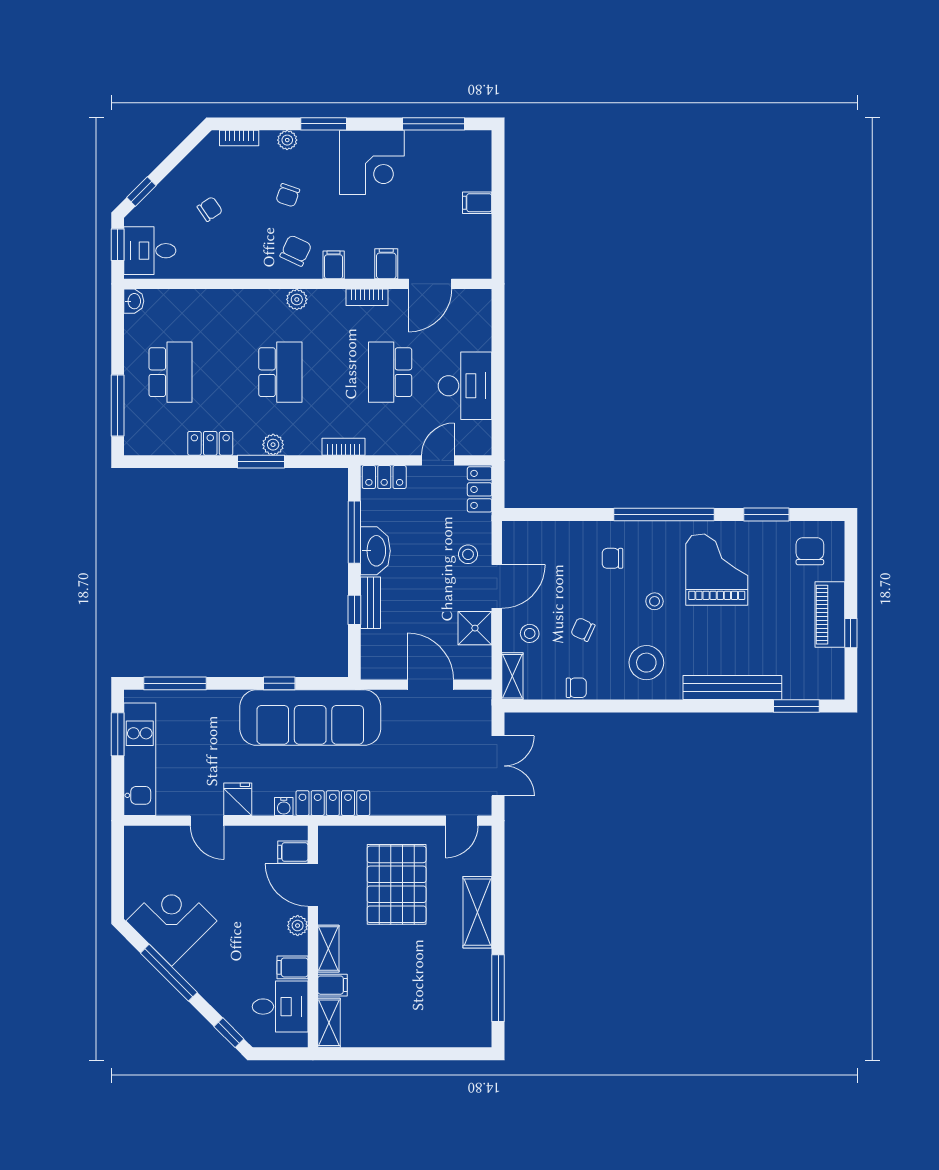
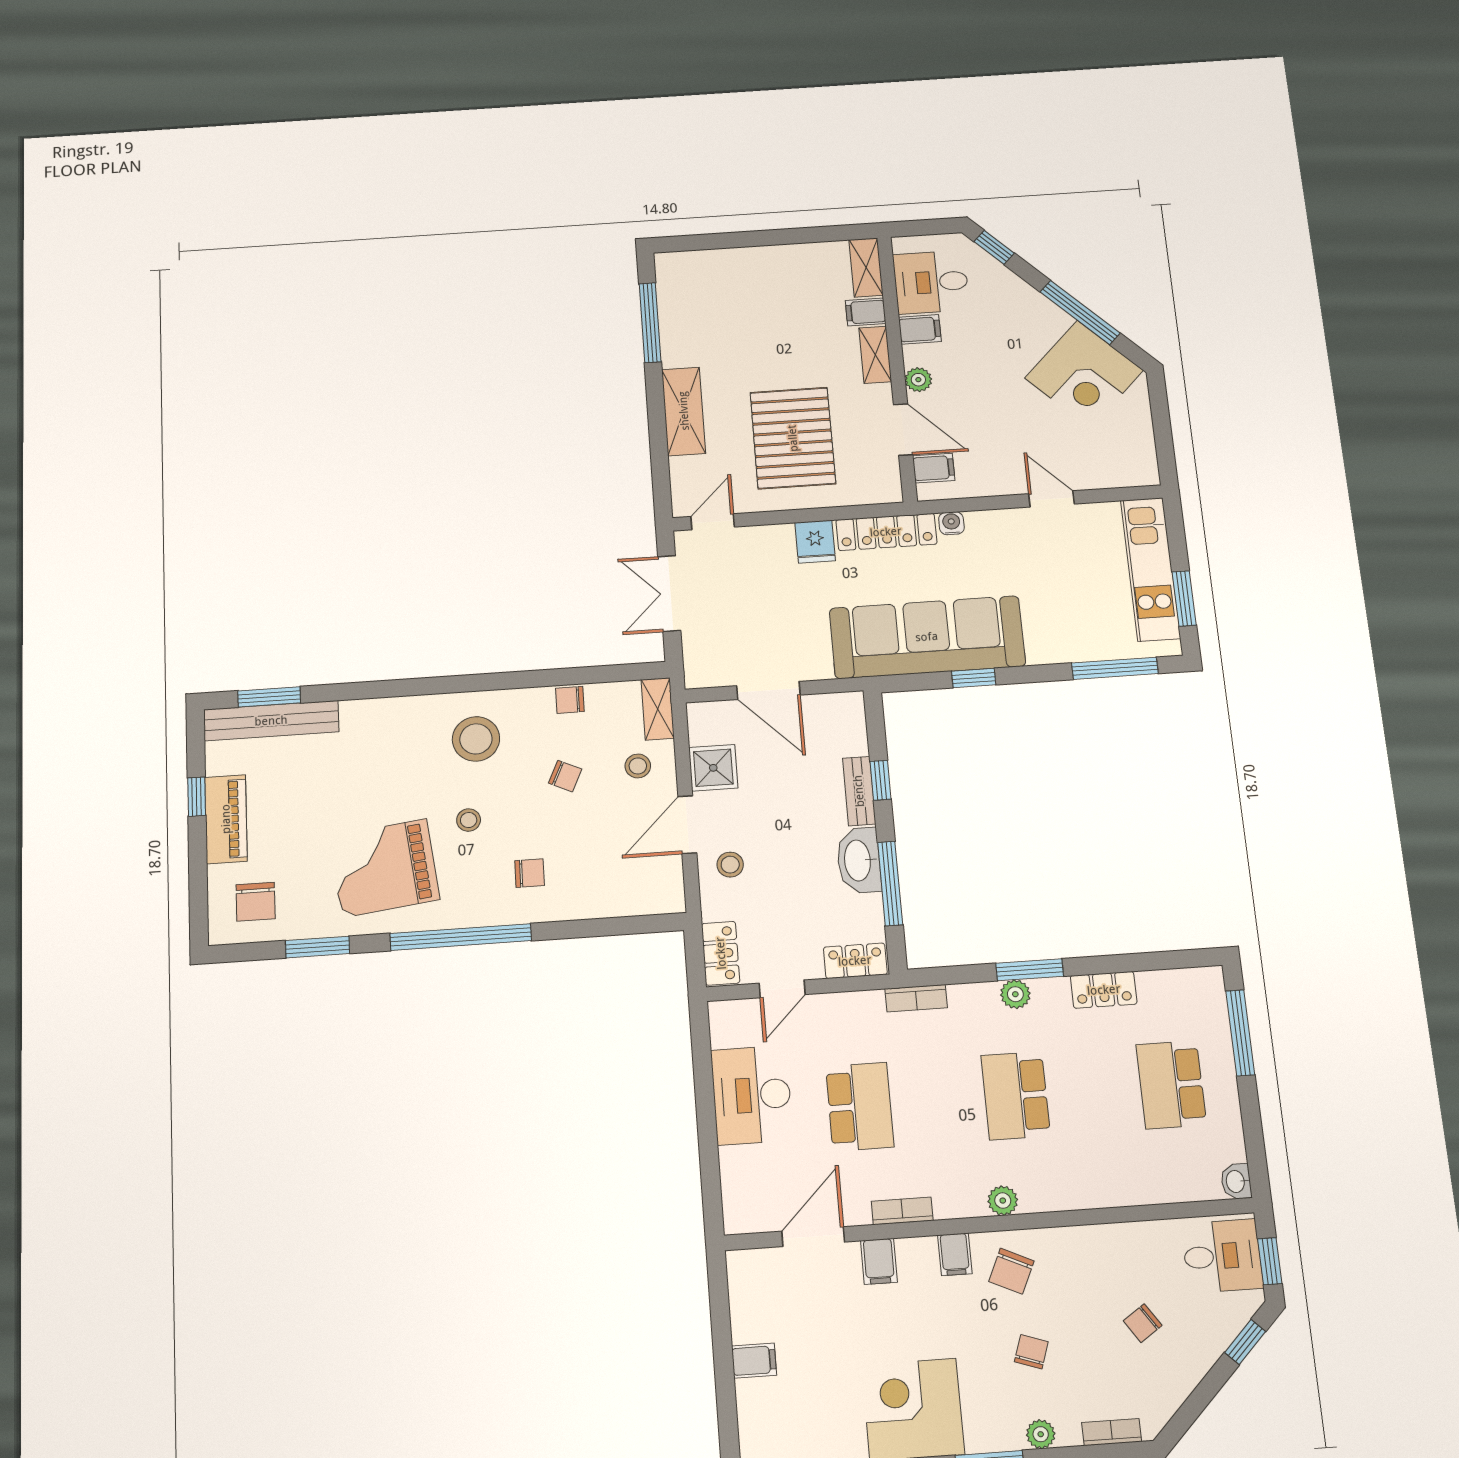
grand piano: (717, 570) -> (384, 868), turned 83
bench: (732, 687) -> (271, 721), moved
fridge: (238, 799) -> (815, 542), moved

